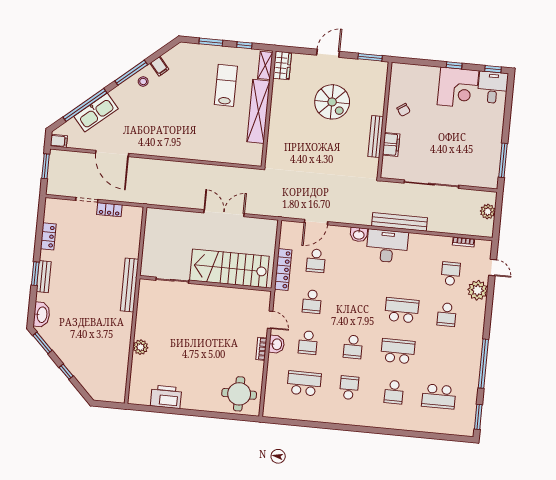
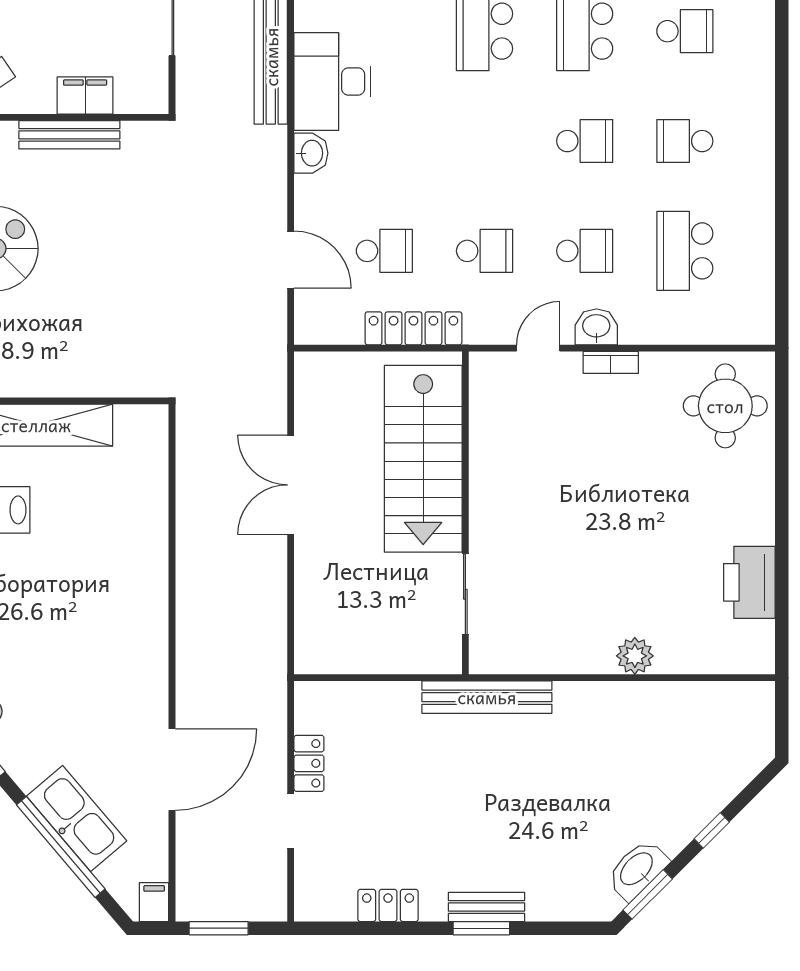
washbasin: (42, 315) -> (637, 870), moved, turned -45

